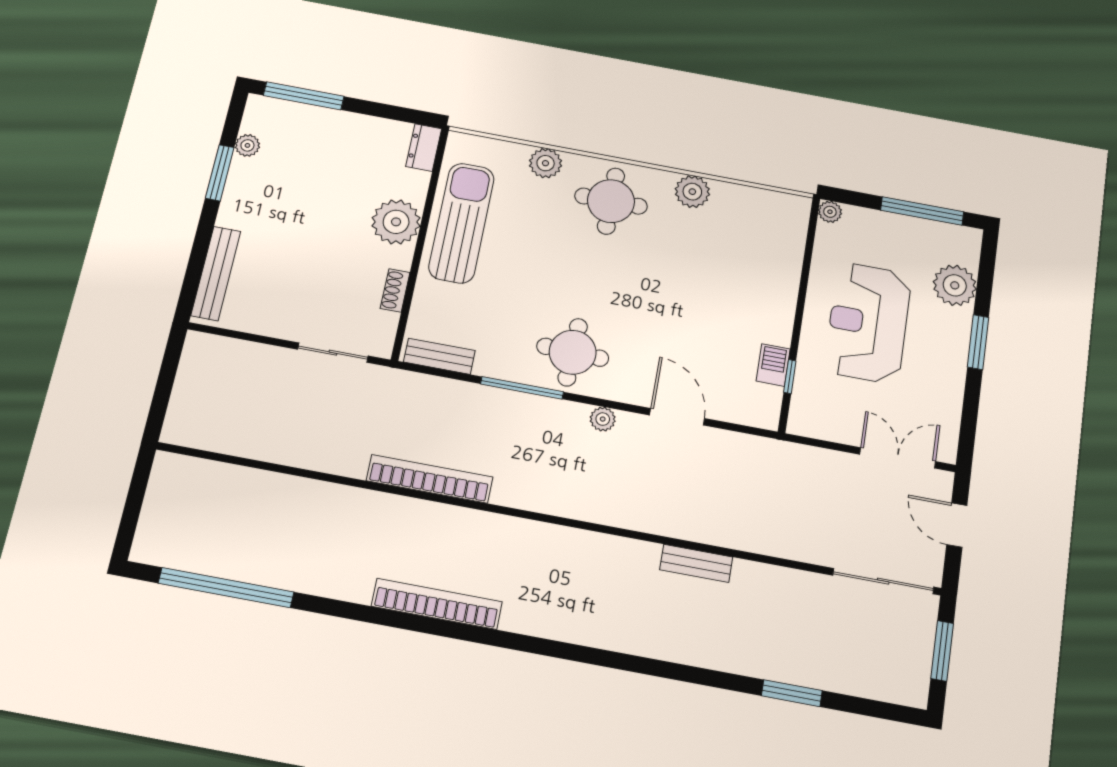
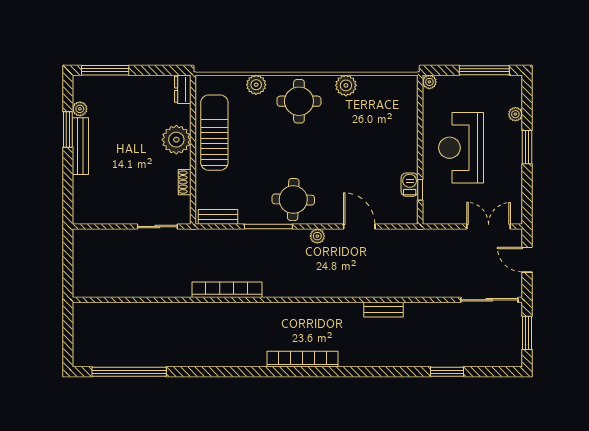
bench: (216, 273) -> (80, 146), moved
plant: (955, 285) -> (515, 114), width x0.53, depth x0.53
bookcase: (437, 604) -> (302, 359), moved

